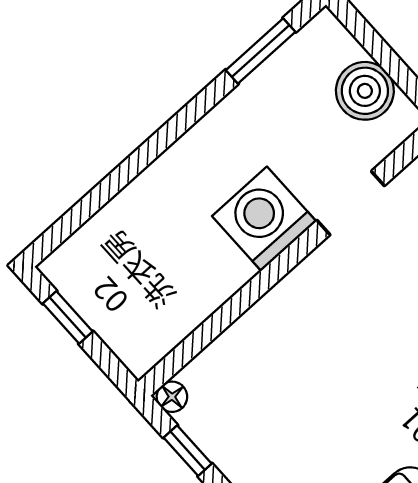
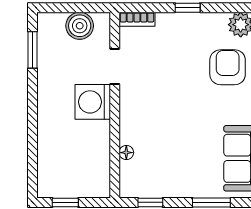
floor lamp: (172, 397) -> (126, 153), moved

